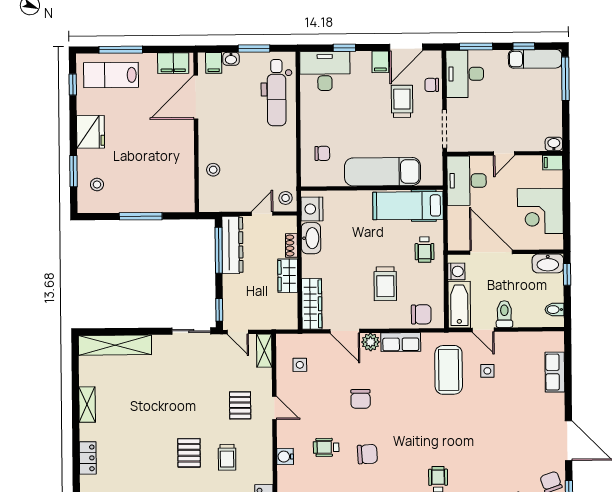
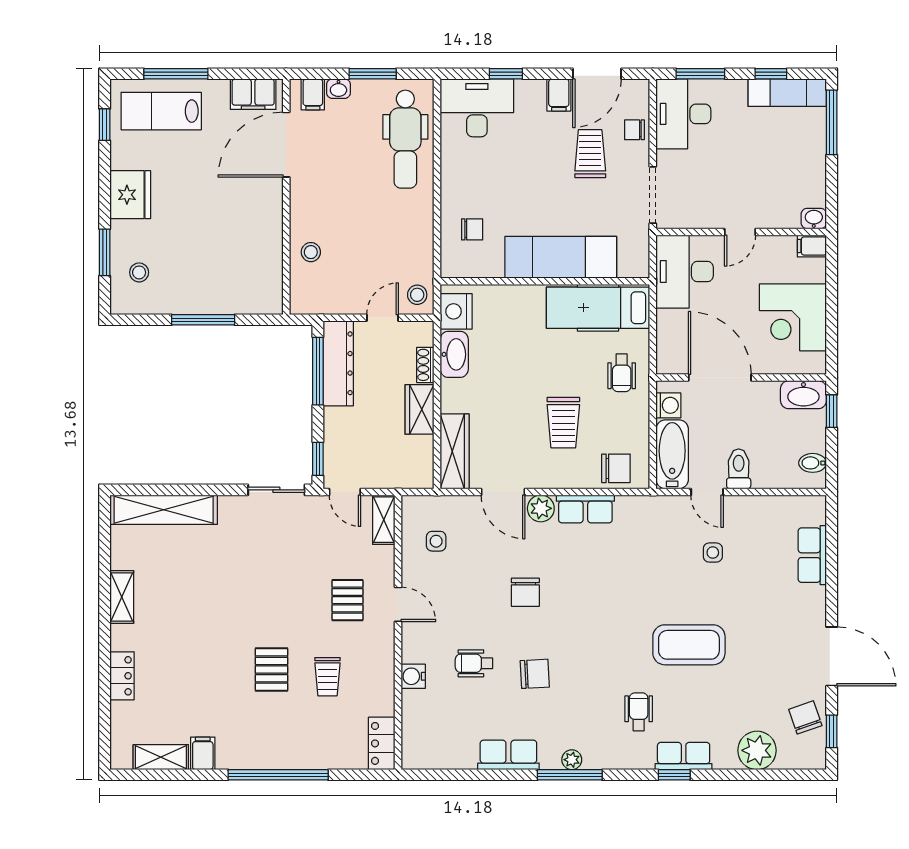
coffee table: (449, 370) -> (689, 645), moved, turned 90

